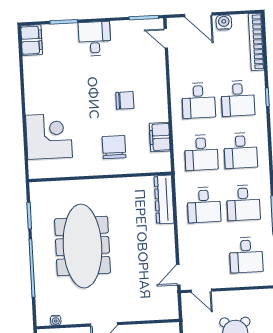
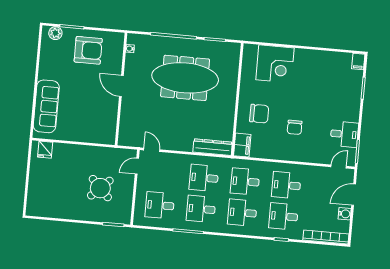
desk: (95, 39) -> (344, 134), moved
filing cabinet: (32, 40) -> (358, 61), width x0.50
filing cabinet: (160, 137) -> (242, 145), moved, turned 90

